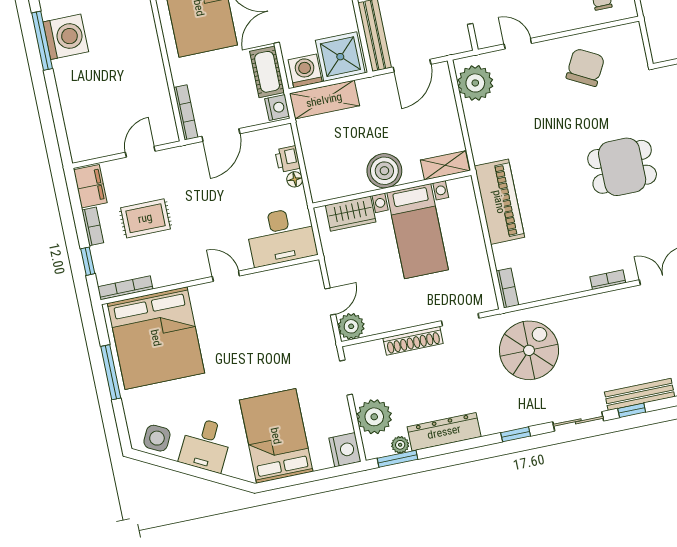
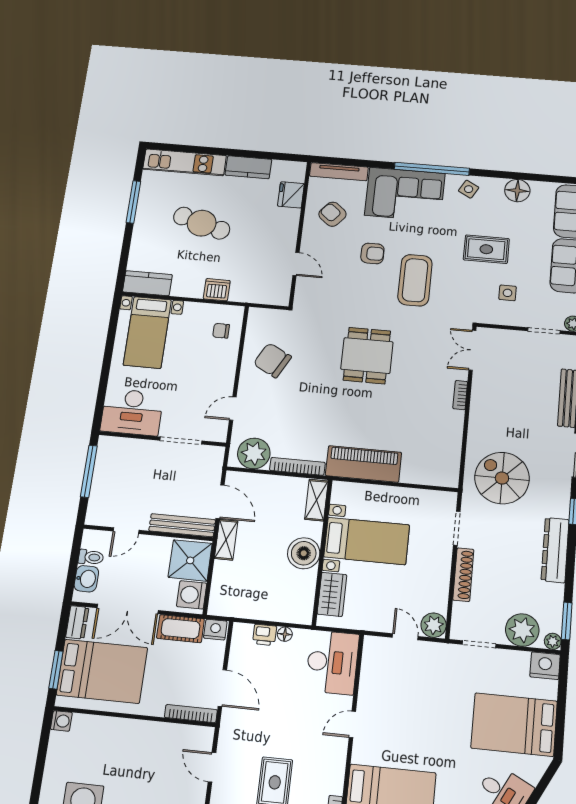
shelving: (324, 100) -> (226, 540), moved, width x0.67, depth x0.75
bookcase: (507, 288) -> (297, 466), moved, width x1.56
dresser: (444, 432) -> (555, 550), moved
plant: (400, 445) -> (553, 641), moved

